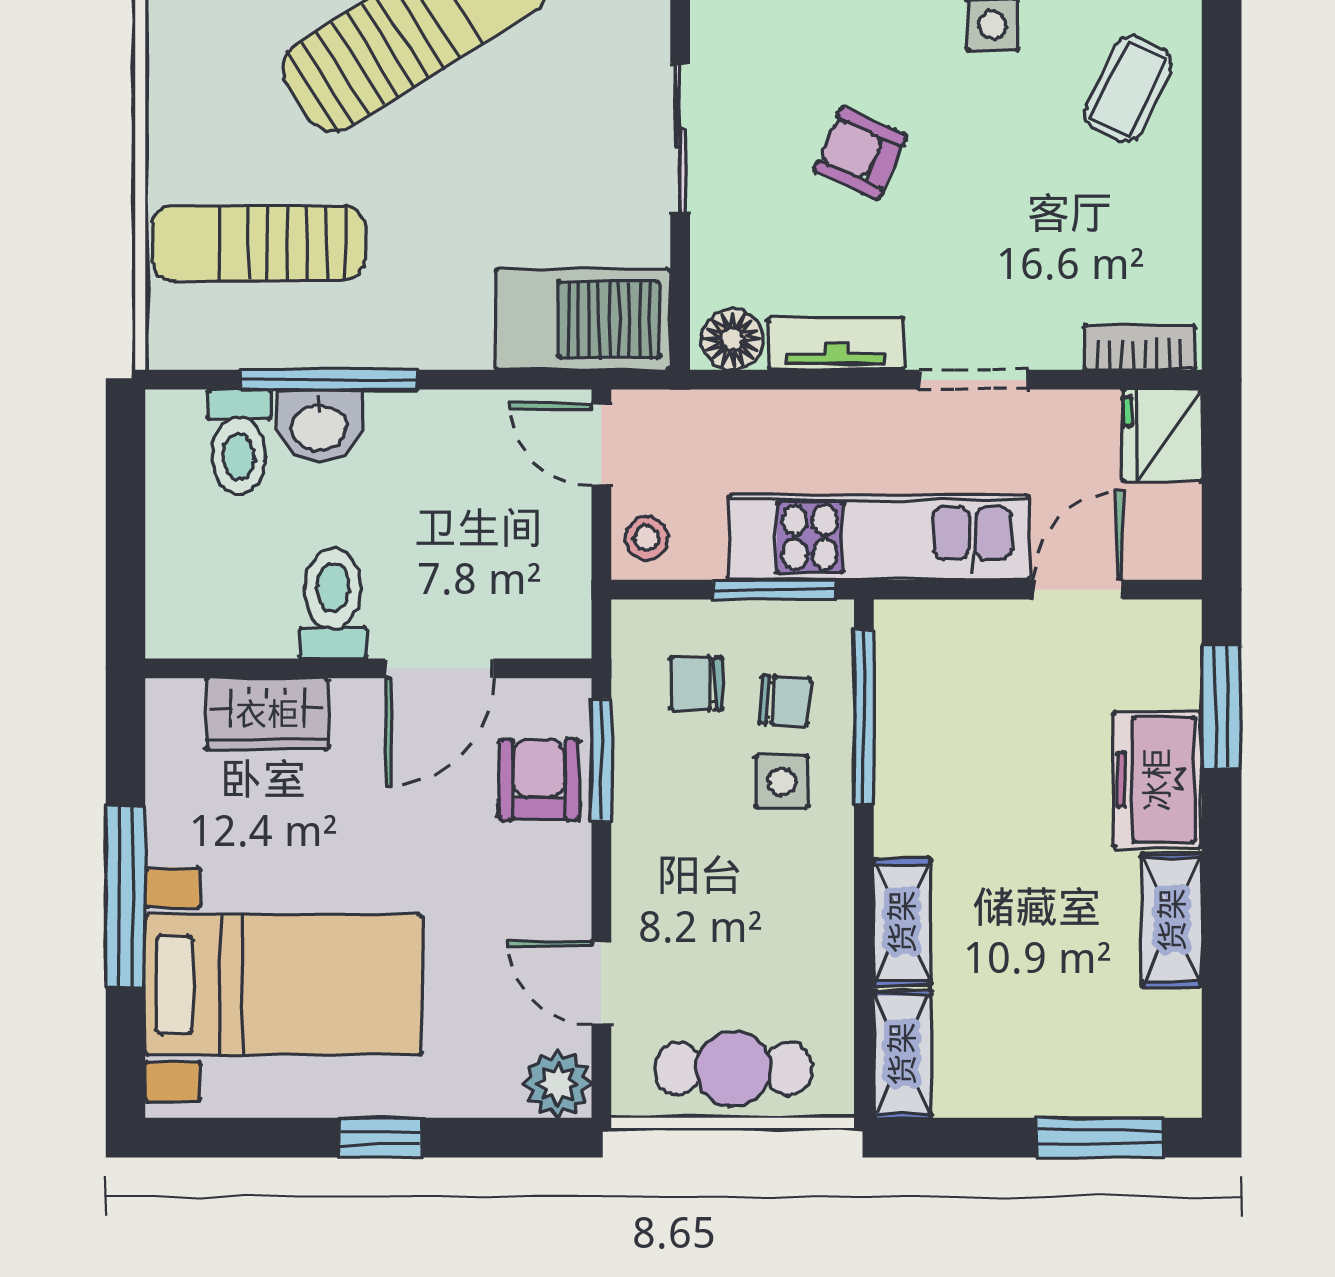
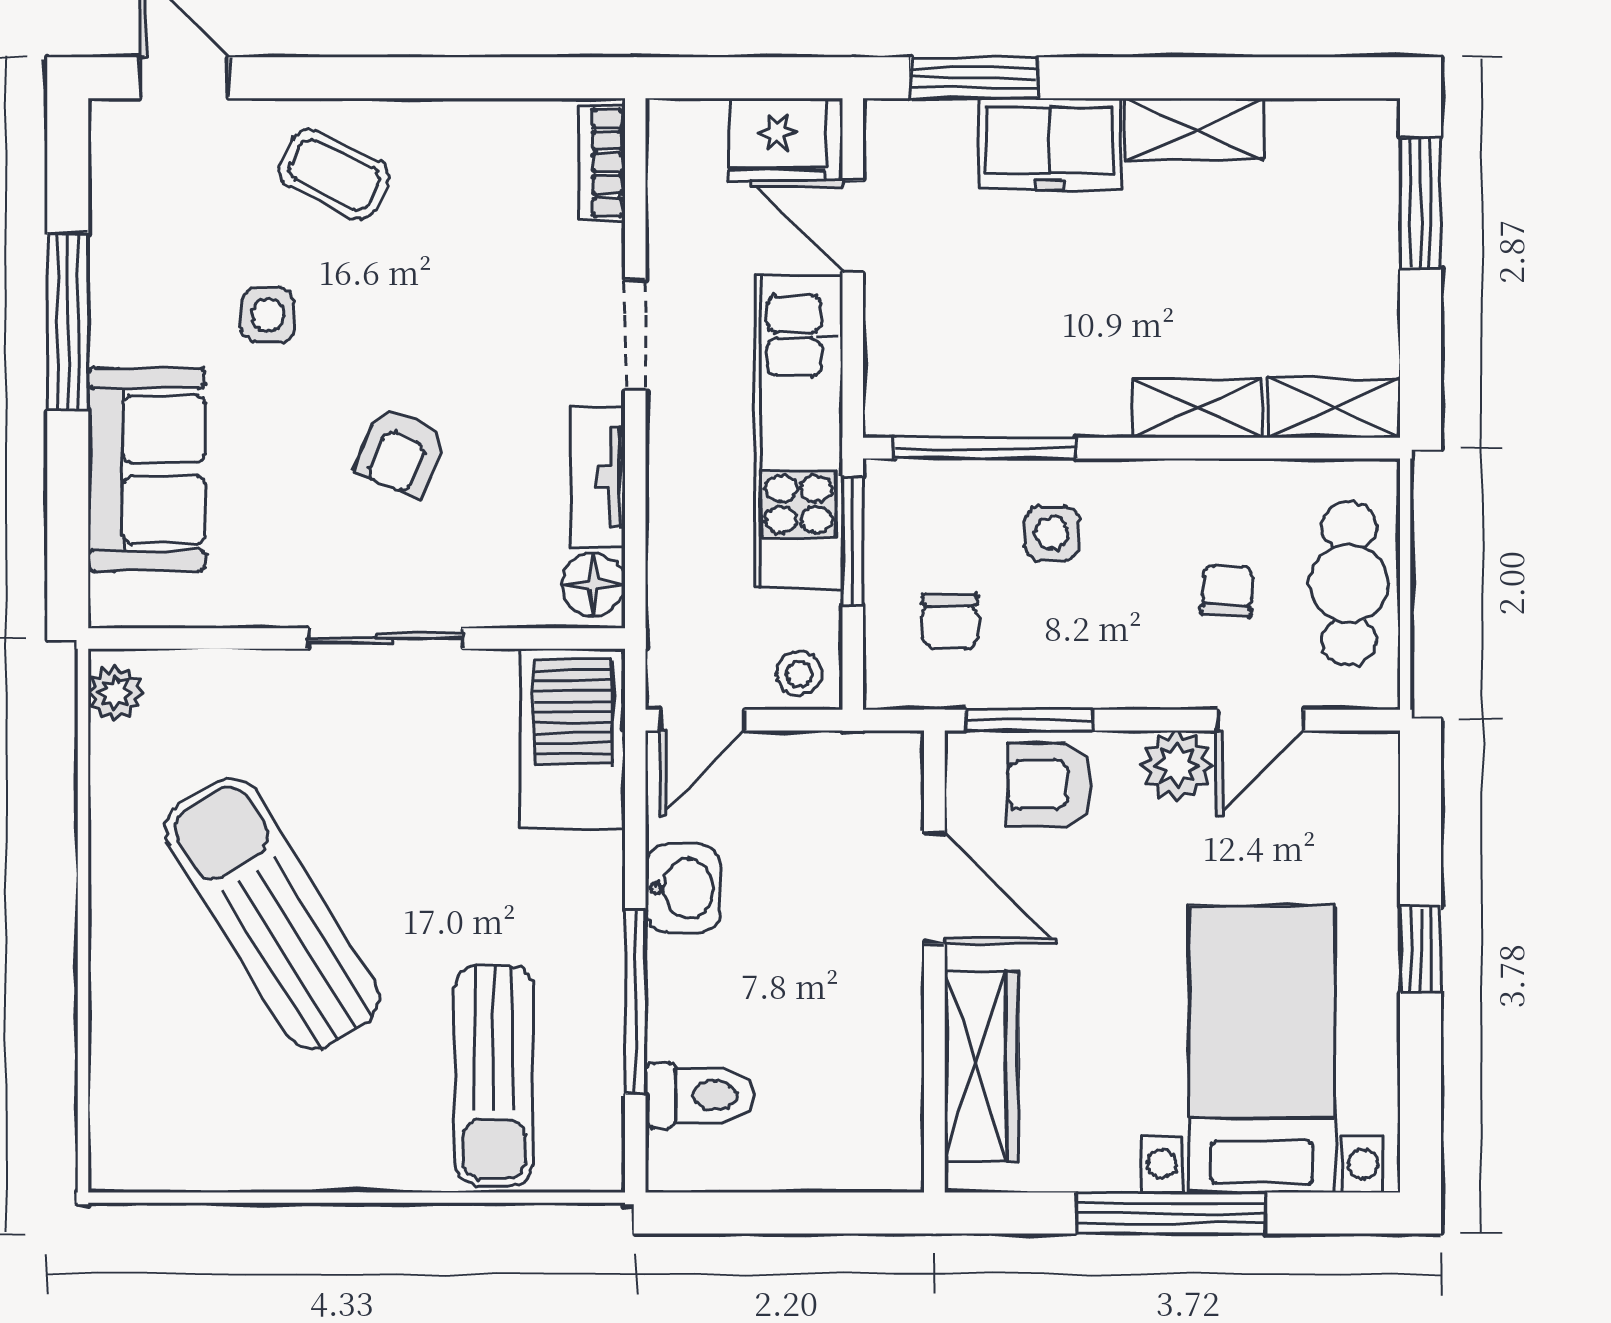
washbasin: (319, 426) -> (683, 888), moved
fridge: (1162, 436) -> (777, 139), moved
toilet: (333, 603) -> (867, 998), removed
chair: (785, 701) -> (1227, 591), moved
wardrobe: (267, 714) -> (981, 1066), width x1.50
plant: (557, 1084) -> (1177, 766), moved

